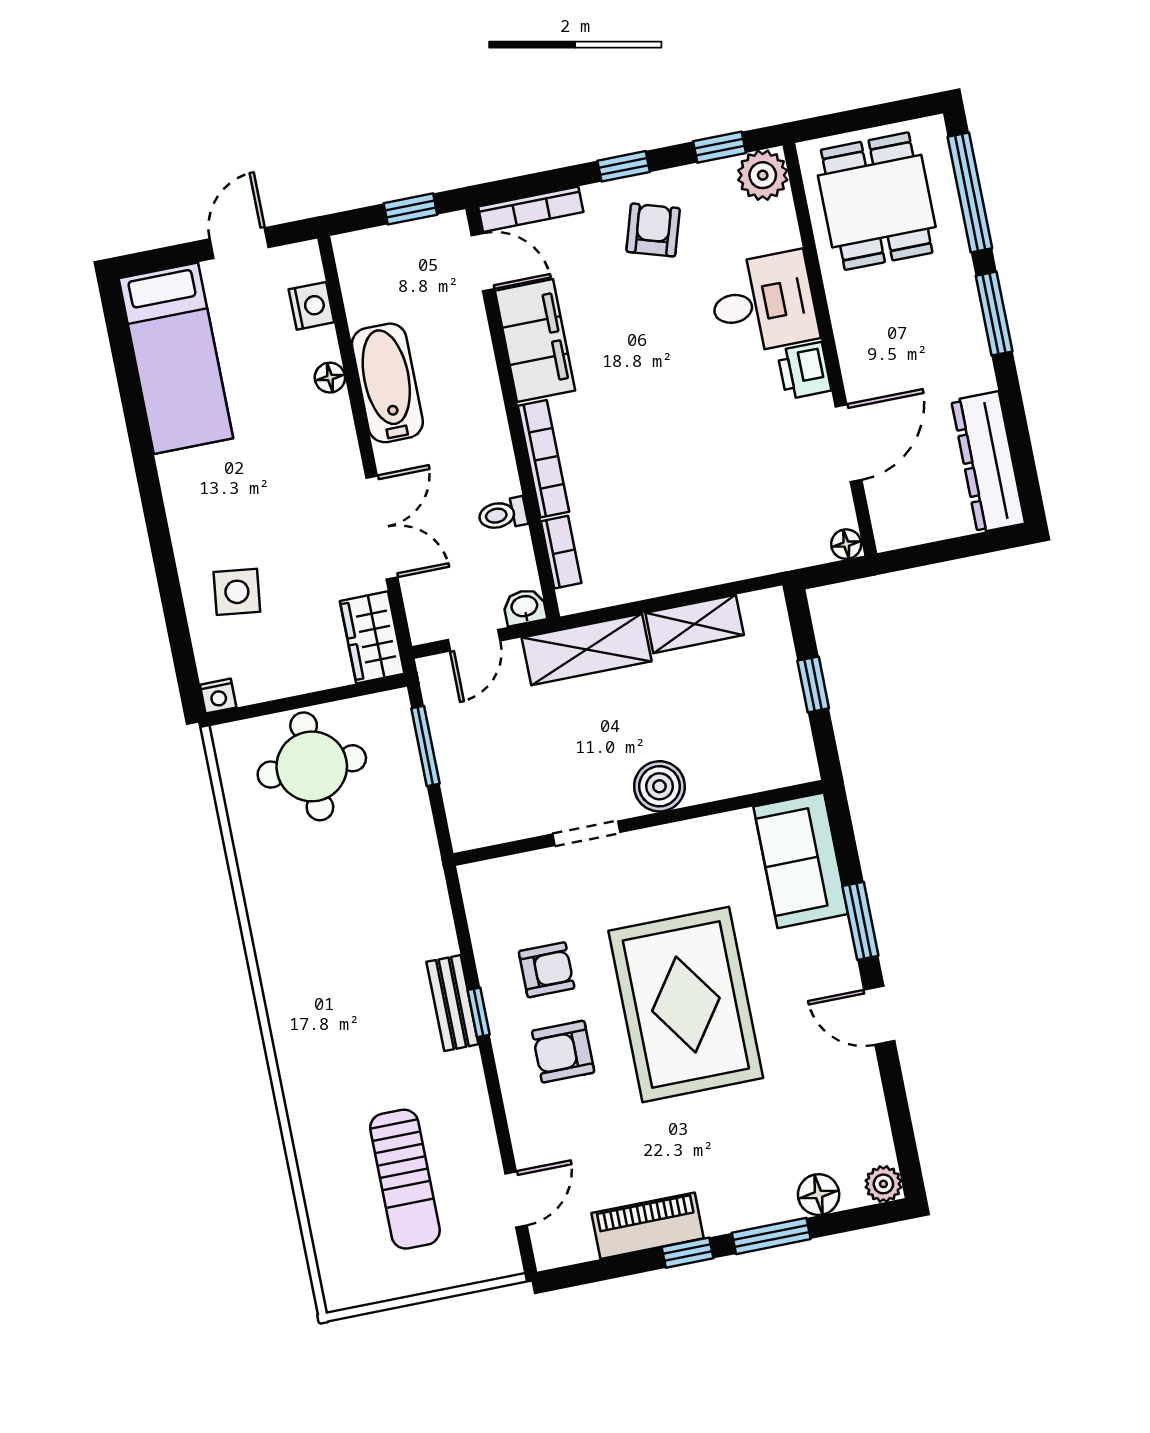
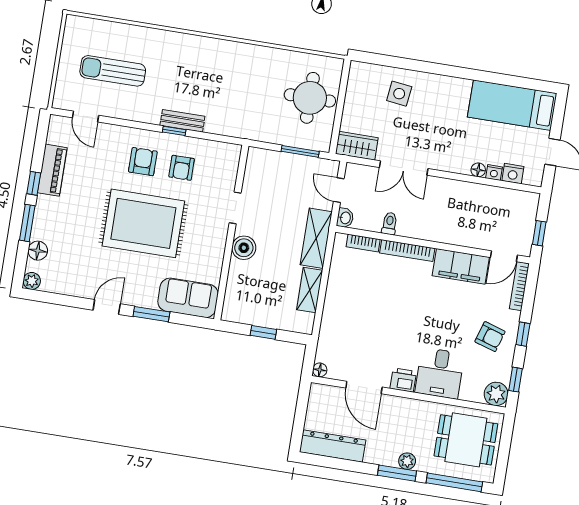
plant: (963, 302) -> (407, 461), added
bathtub: (387, 383) -> (466, 194), removed
nightstand: (218, 696) -> (494, 173), moved, turned -90

